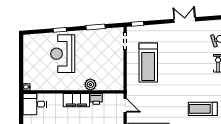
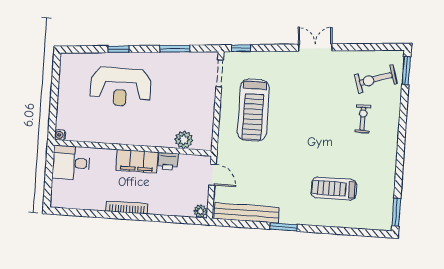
reception desk: (63, 54) -> (121, 87), turned -90
plant: (90, 85) -> (184, 140), moved

